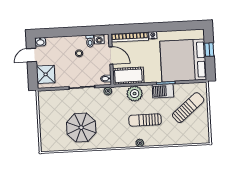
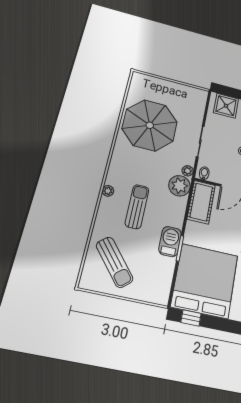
window: (209, 50) -> (191, 318), moved
plant: (135, 94) -> (179, 186), moved
sun lounger: (188, 108) -> (114, 262), moved
parasol: (81, 128) -> (150, 125), width x1.36, depth x1.36

